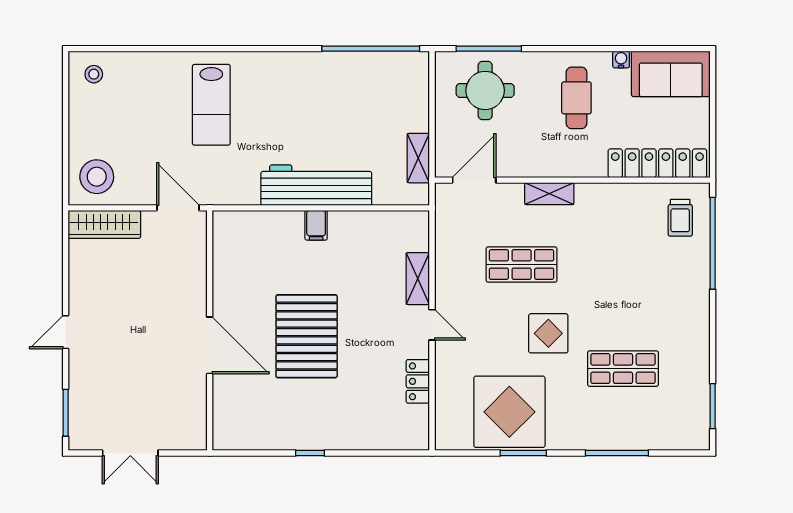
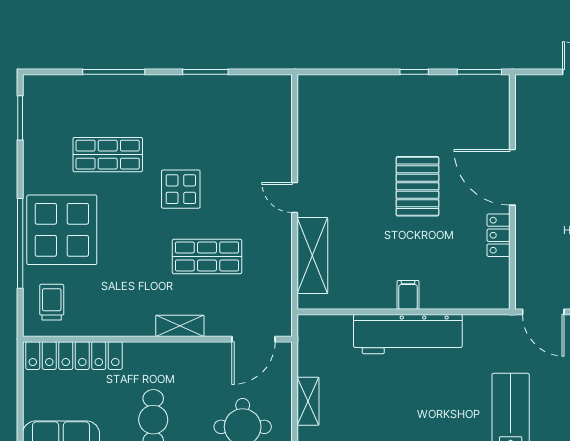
shelving: (418, 158) -> (308, 401), moved
window: (713, 243) -> (20, 243), moved
shelving: (418, 279) -> (312, 255), width x1.50, depth x1.33
pallet: (307, 336) -> (417, 186), width x0.73, depth x0.71
locker: (418, 381) -> (498, 235), moved, turned 180
display table: (509, 412) -> (62, 230), moved
window: (243, 453) -> (479, 72), added

